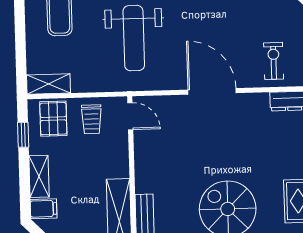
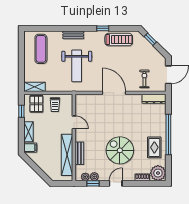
door: (130, 116) -> (74, 122), moved

